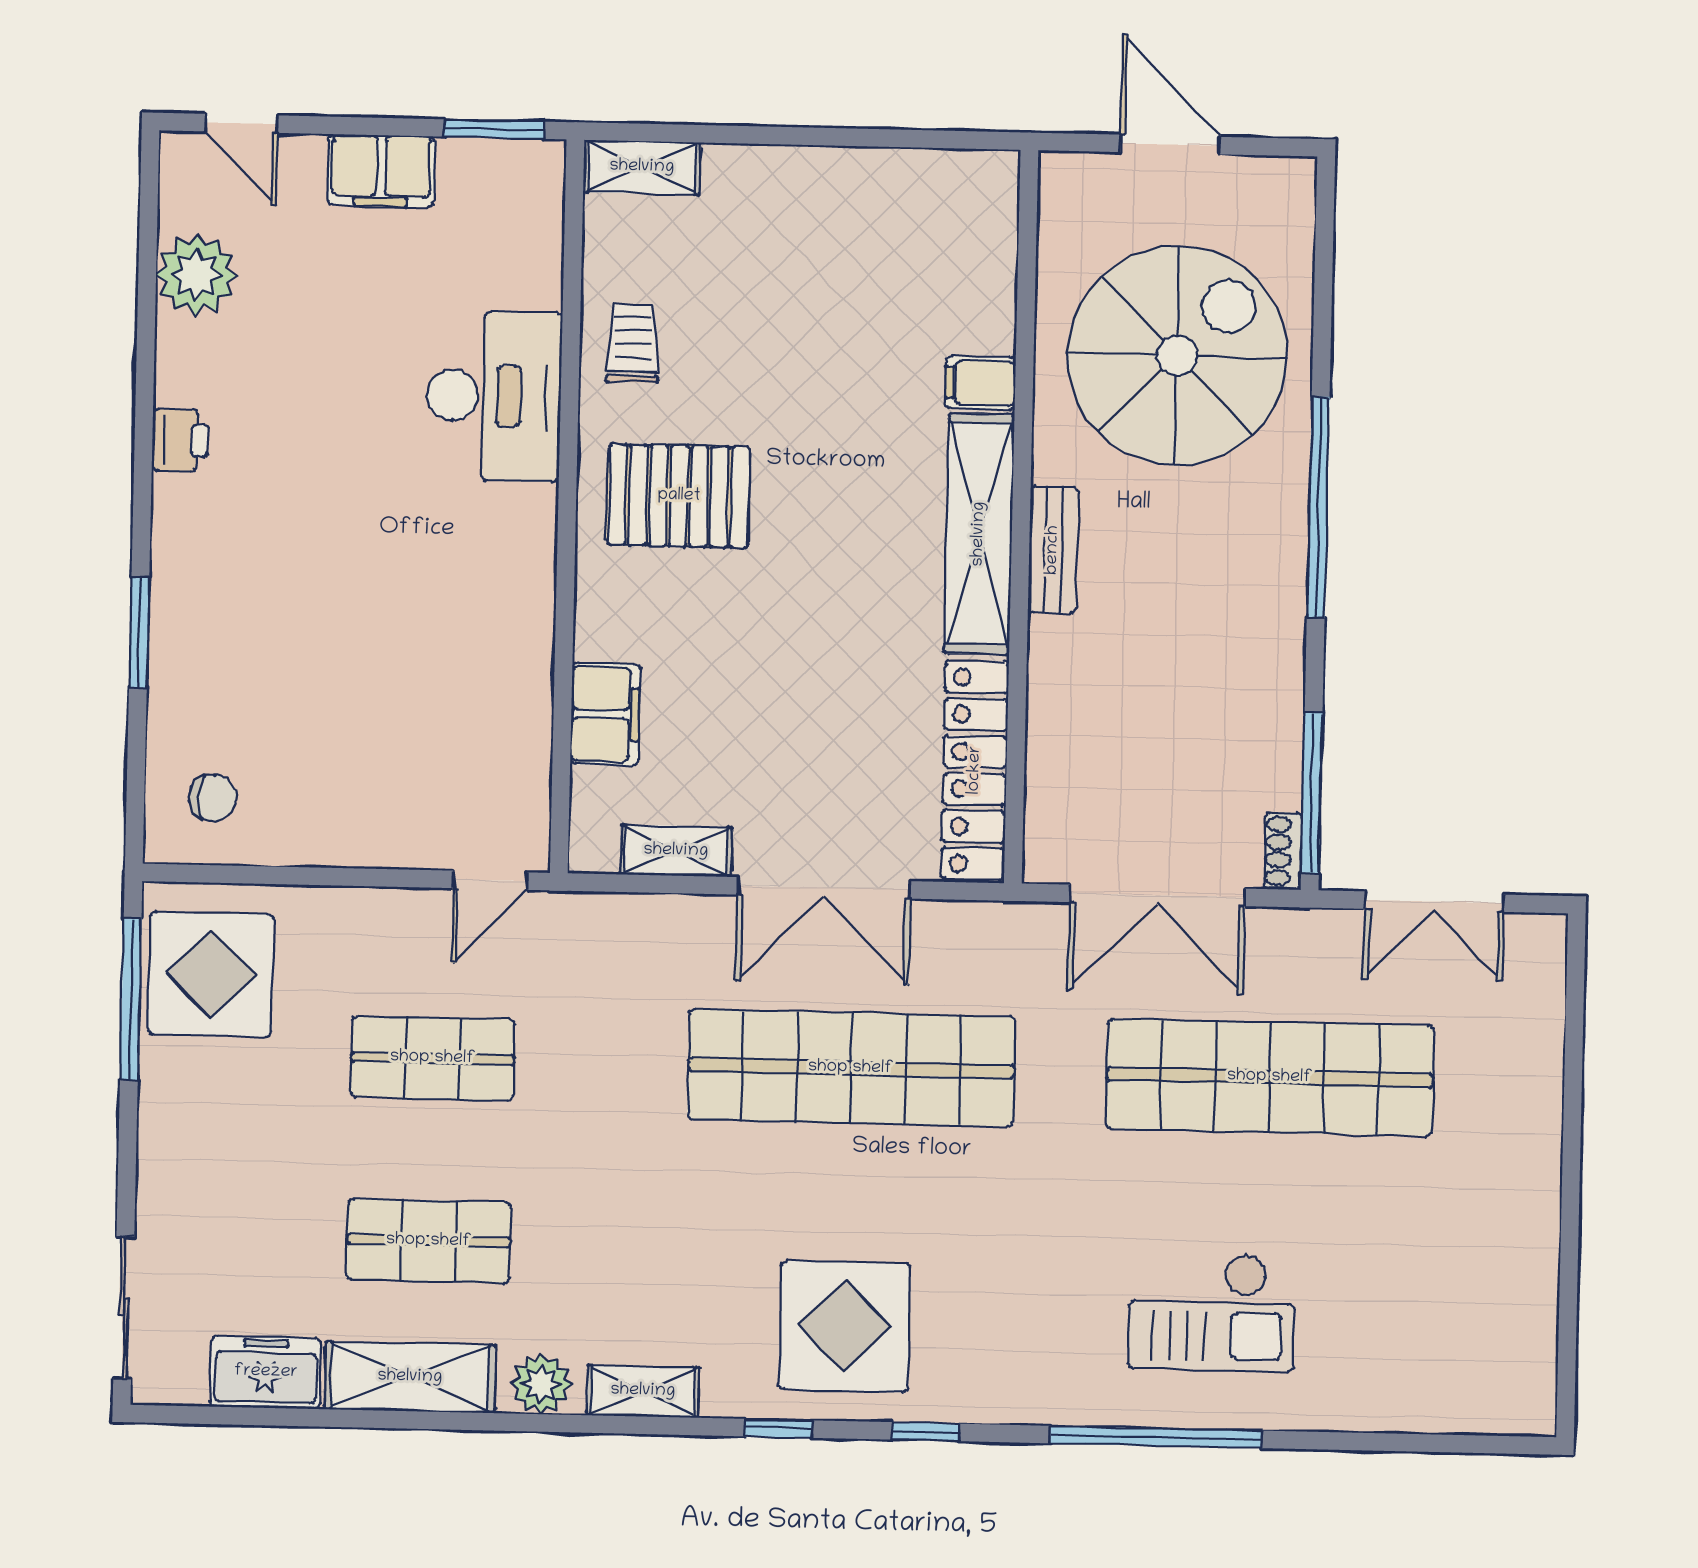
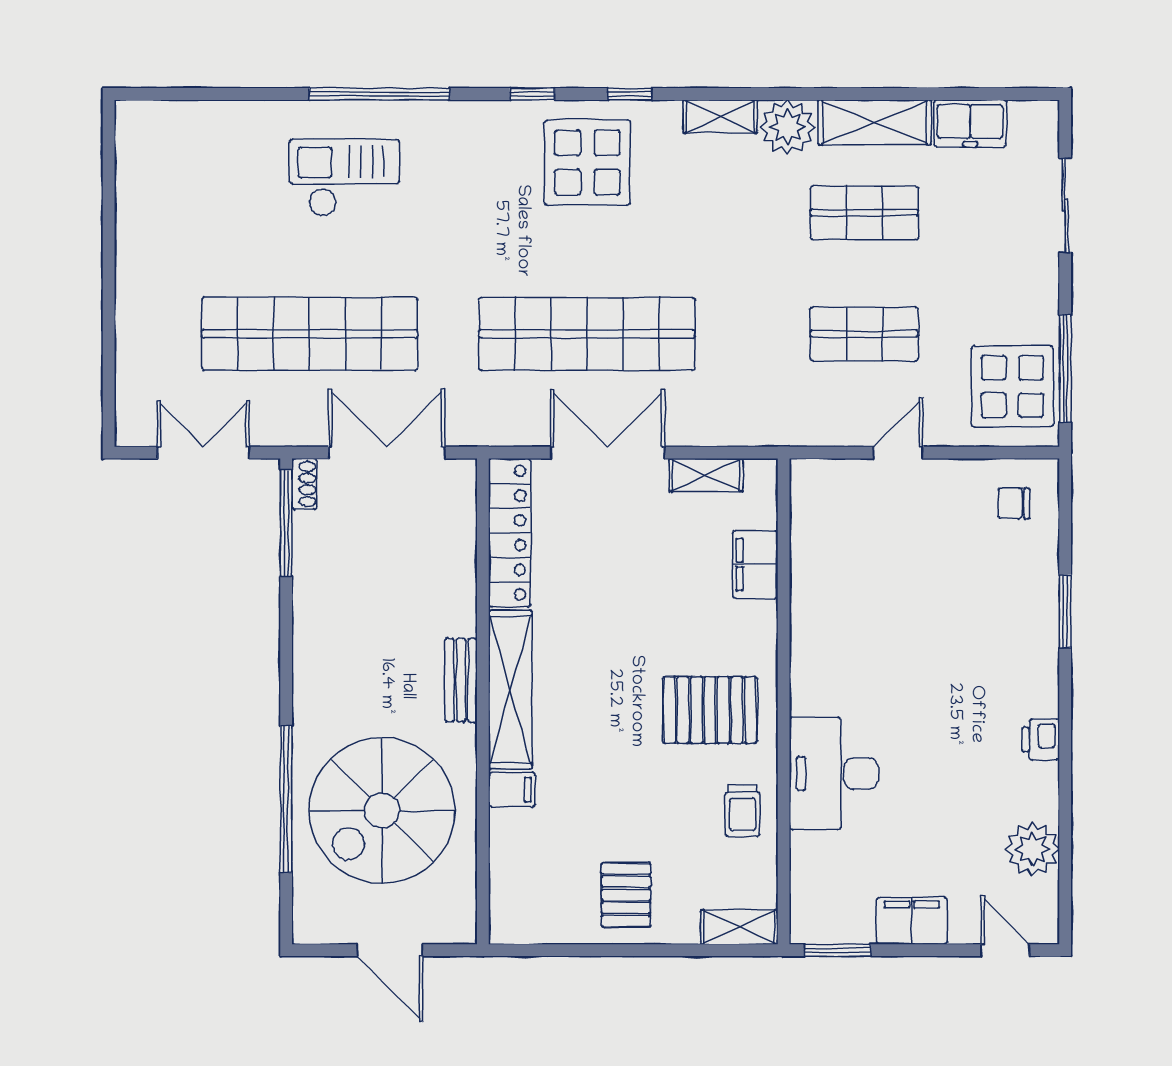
pallet: (811, 220) -> (626, 895), added
window: (1318, 507) -> (286, 799), moved
door: (490, 880) -> (898, 453), moved
sliding door: (124, 1308) -> (1065, 205), moved
plant: (541, 1384) -> (788, 127), width x1.36, depth x1.36

